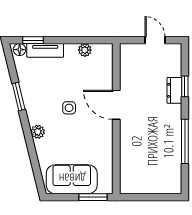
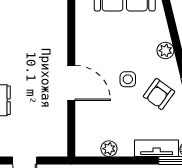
armchair: (43, 96) -> (159, 94), added

